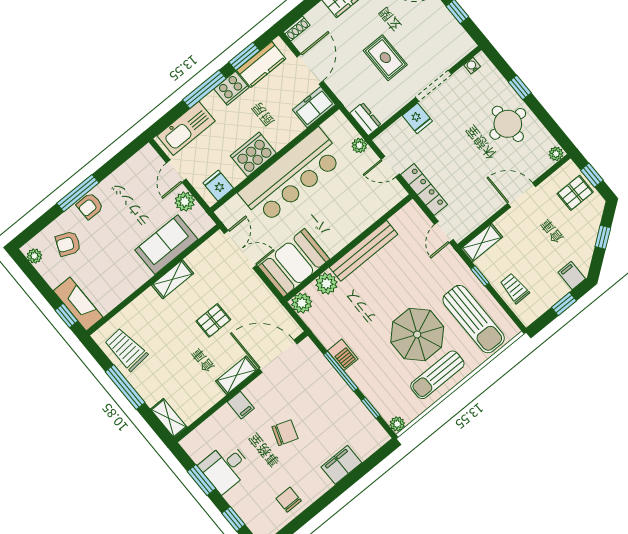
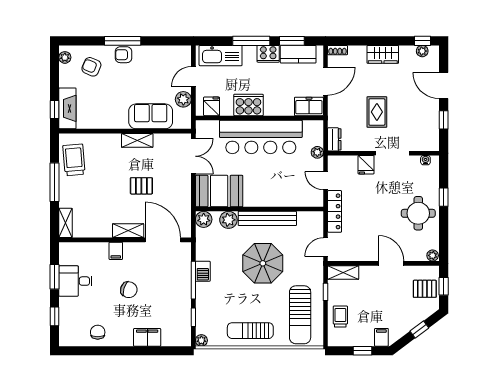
parasol: (417, 334) -> (263, 263), moved

